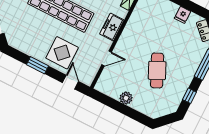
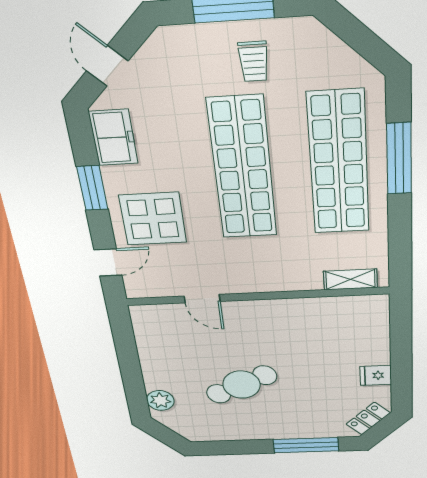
freezer: (112, 27) -> (113, 138), moved, turned 90
window: (189, 96) -> (233, 447), removed
plant: (126, 98) -> (160, 400), moved

